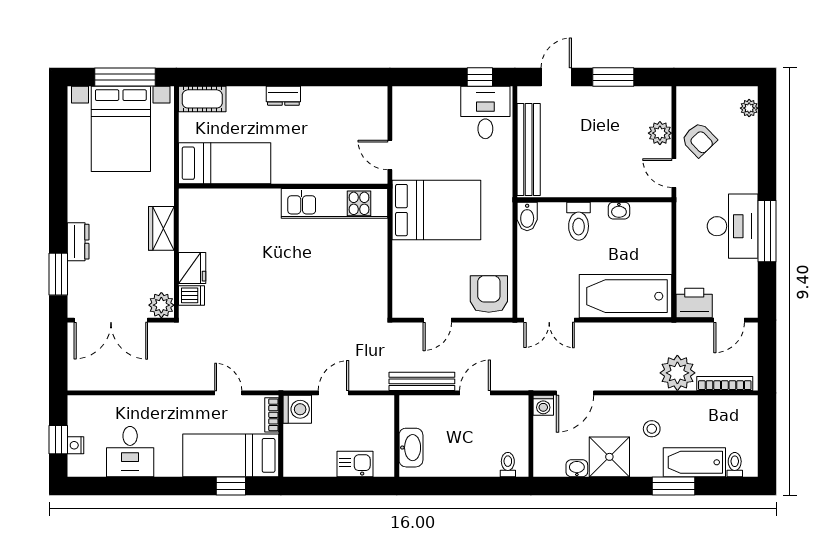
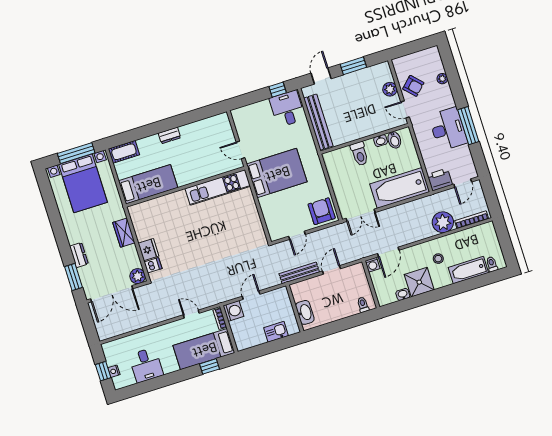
plant: (749, 108) -> (442, 79), moved
bidet: (527, 216) -> (394, 140), moved
window: (673, 486) -> (461, 287), removed

